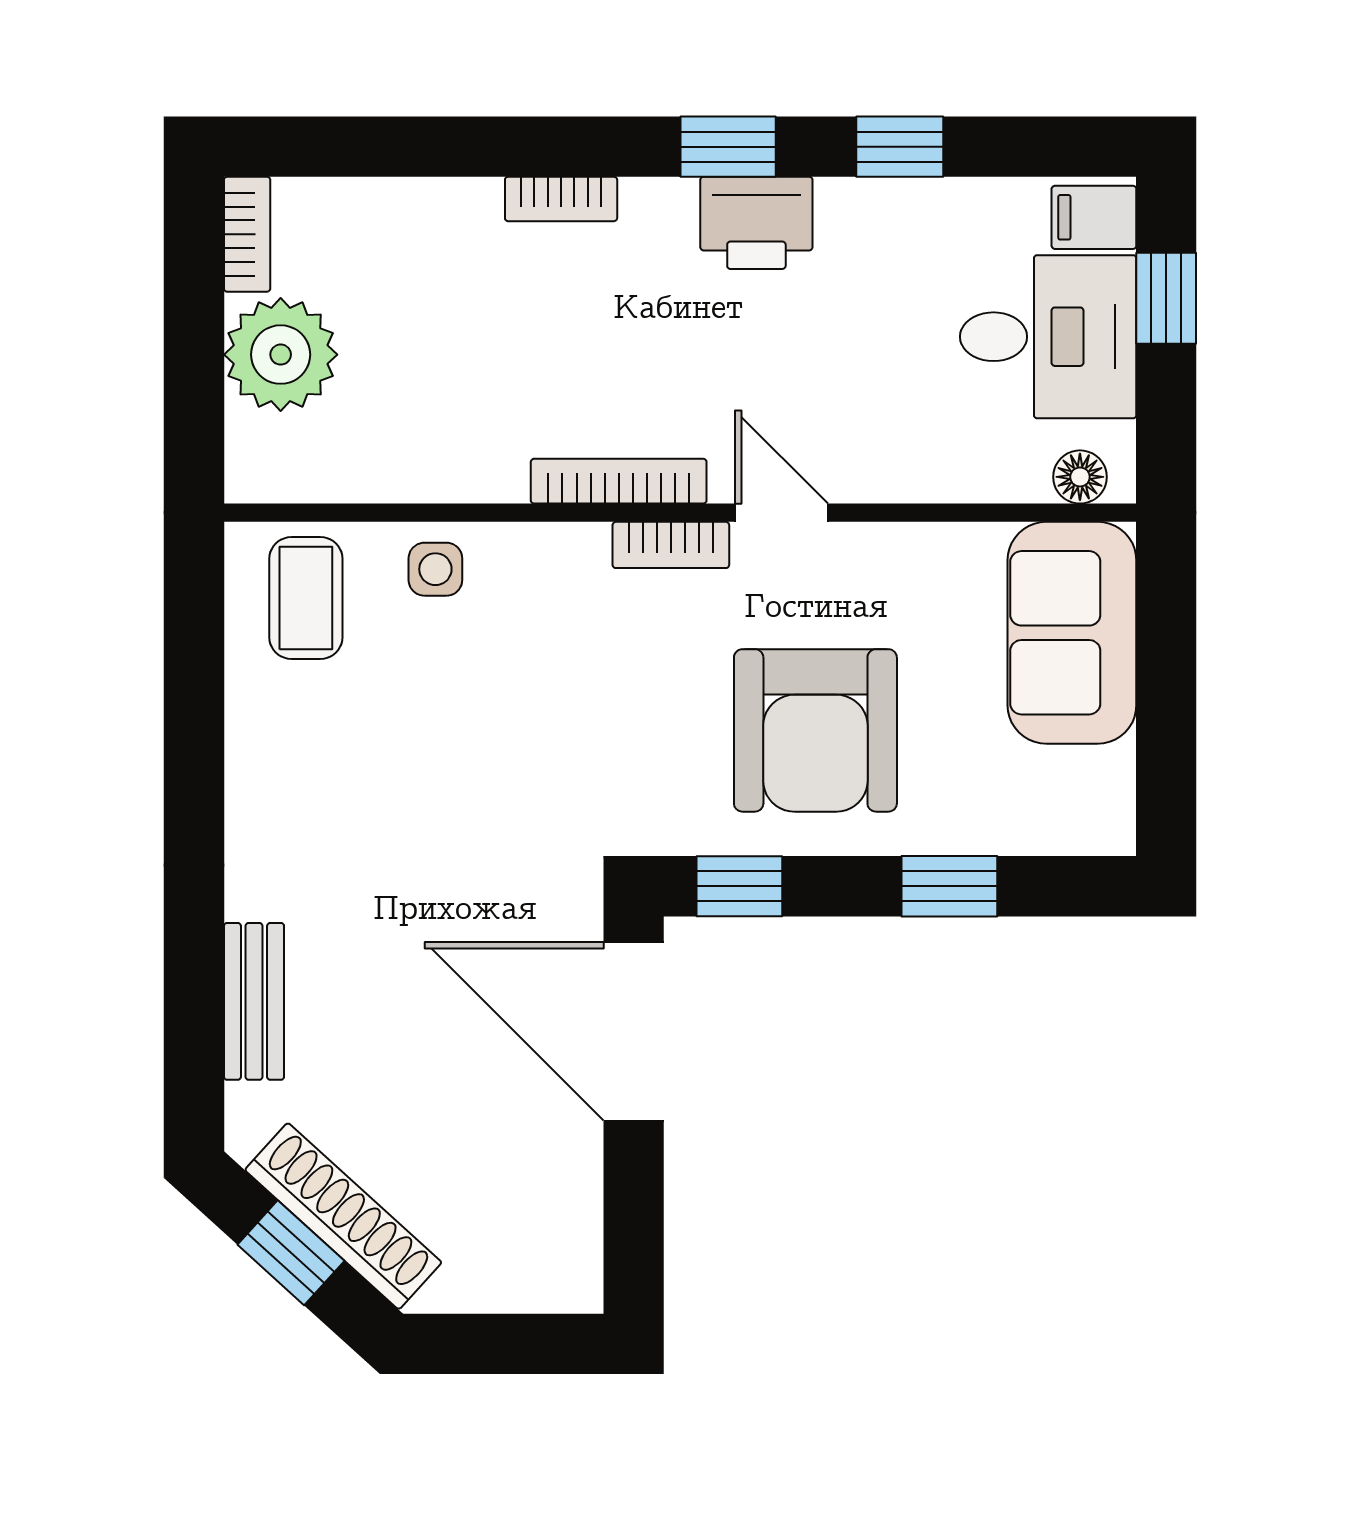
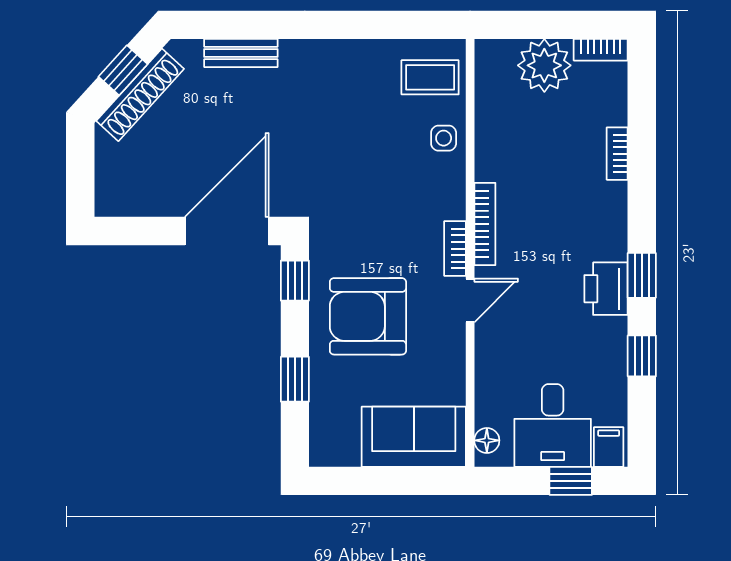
bookcase: (561, 199) -> (617, 154), moved

